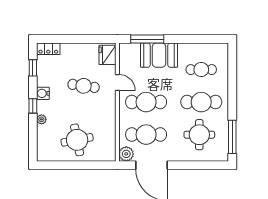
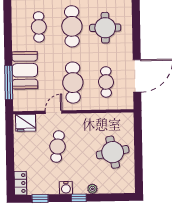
cafe table: (146, 135) -> (106, 82), width x0.73, depth x0.74
plant: (126, 154) -> (126, 102), removed

